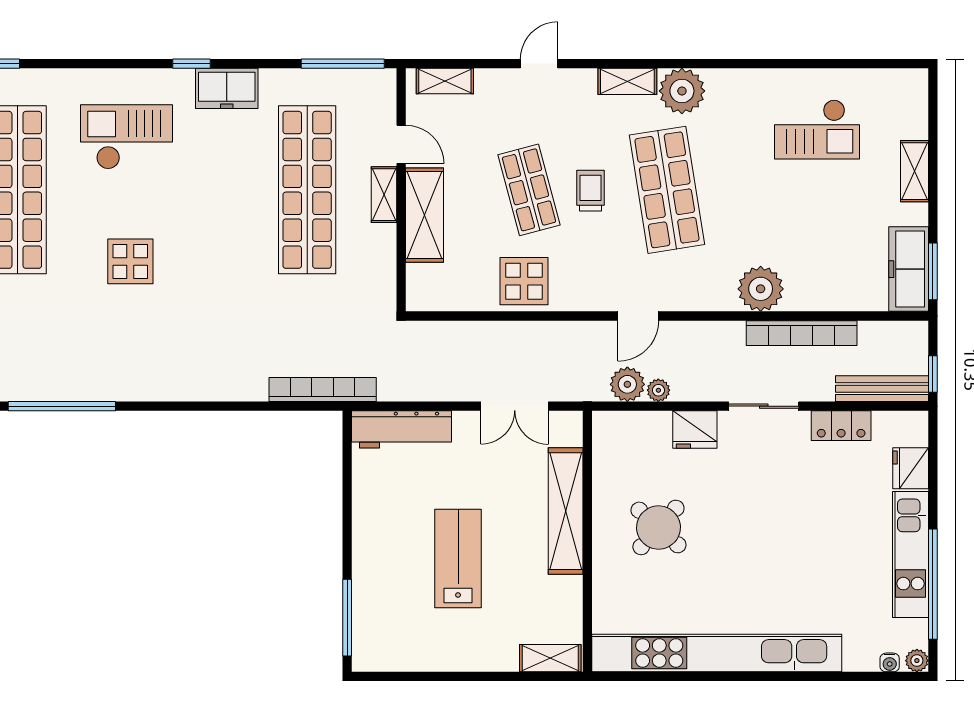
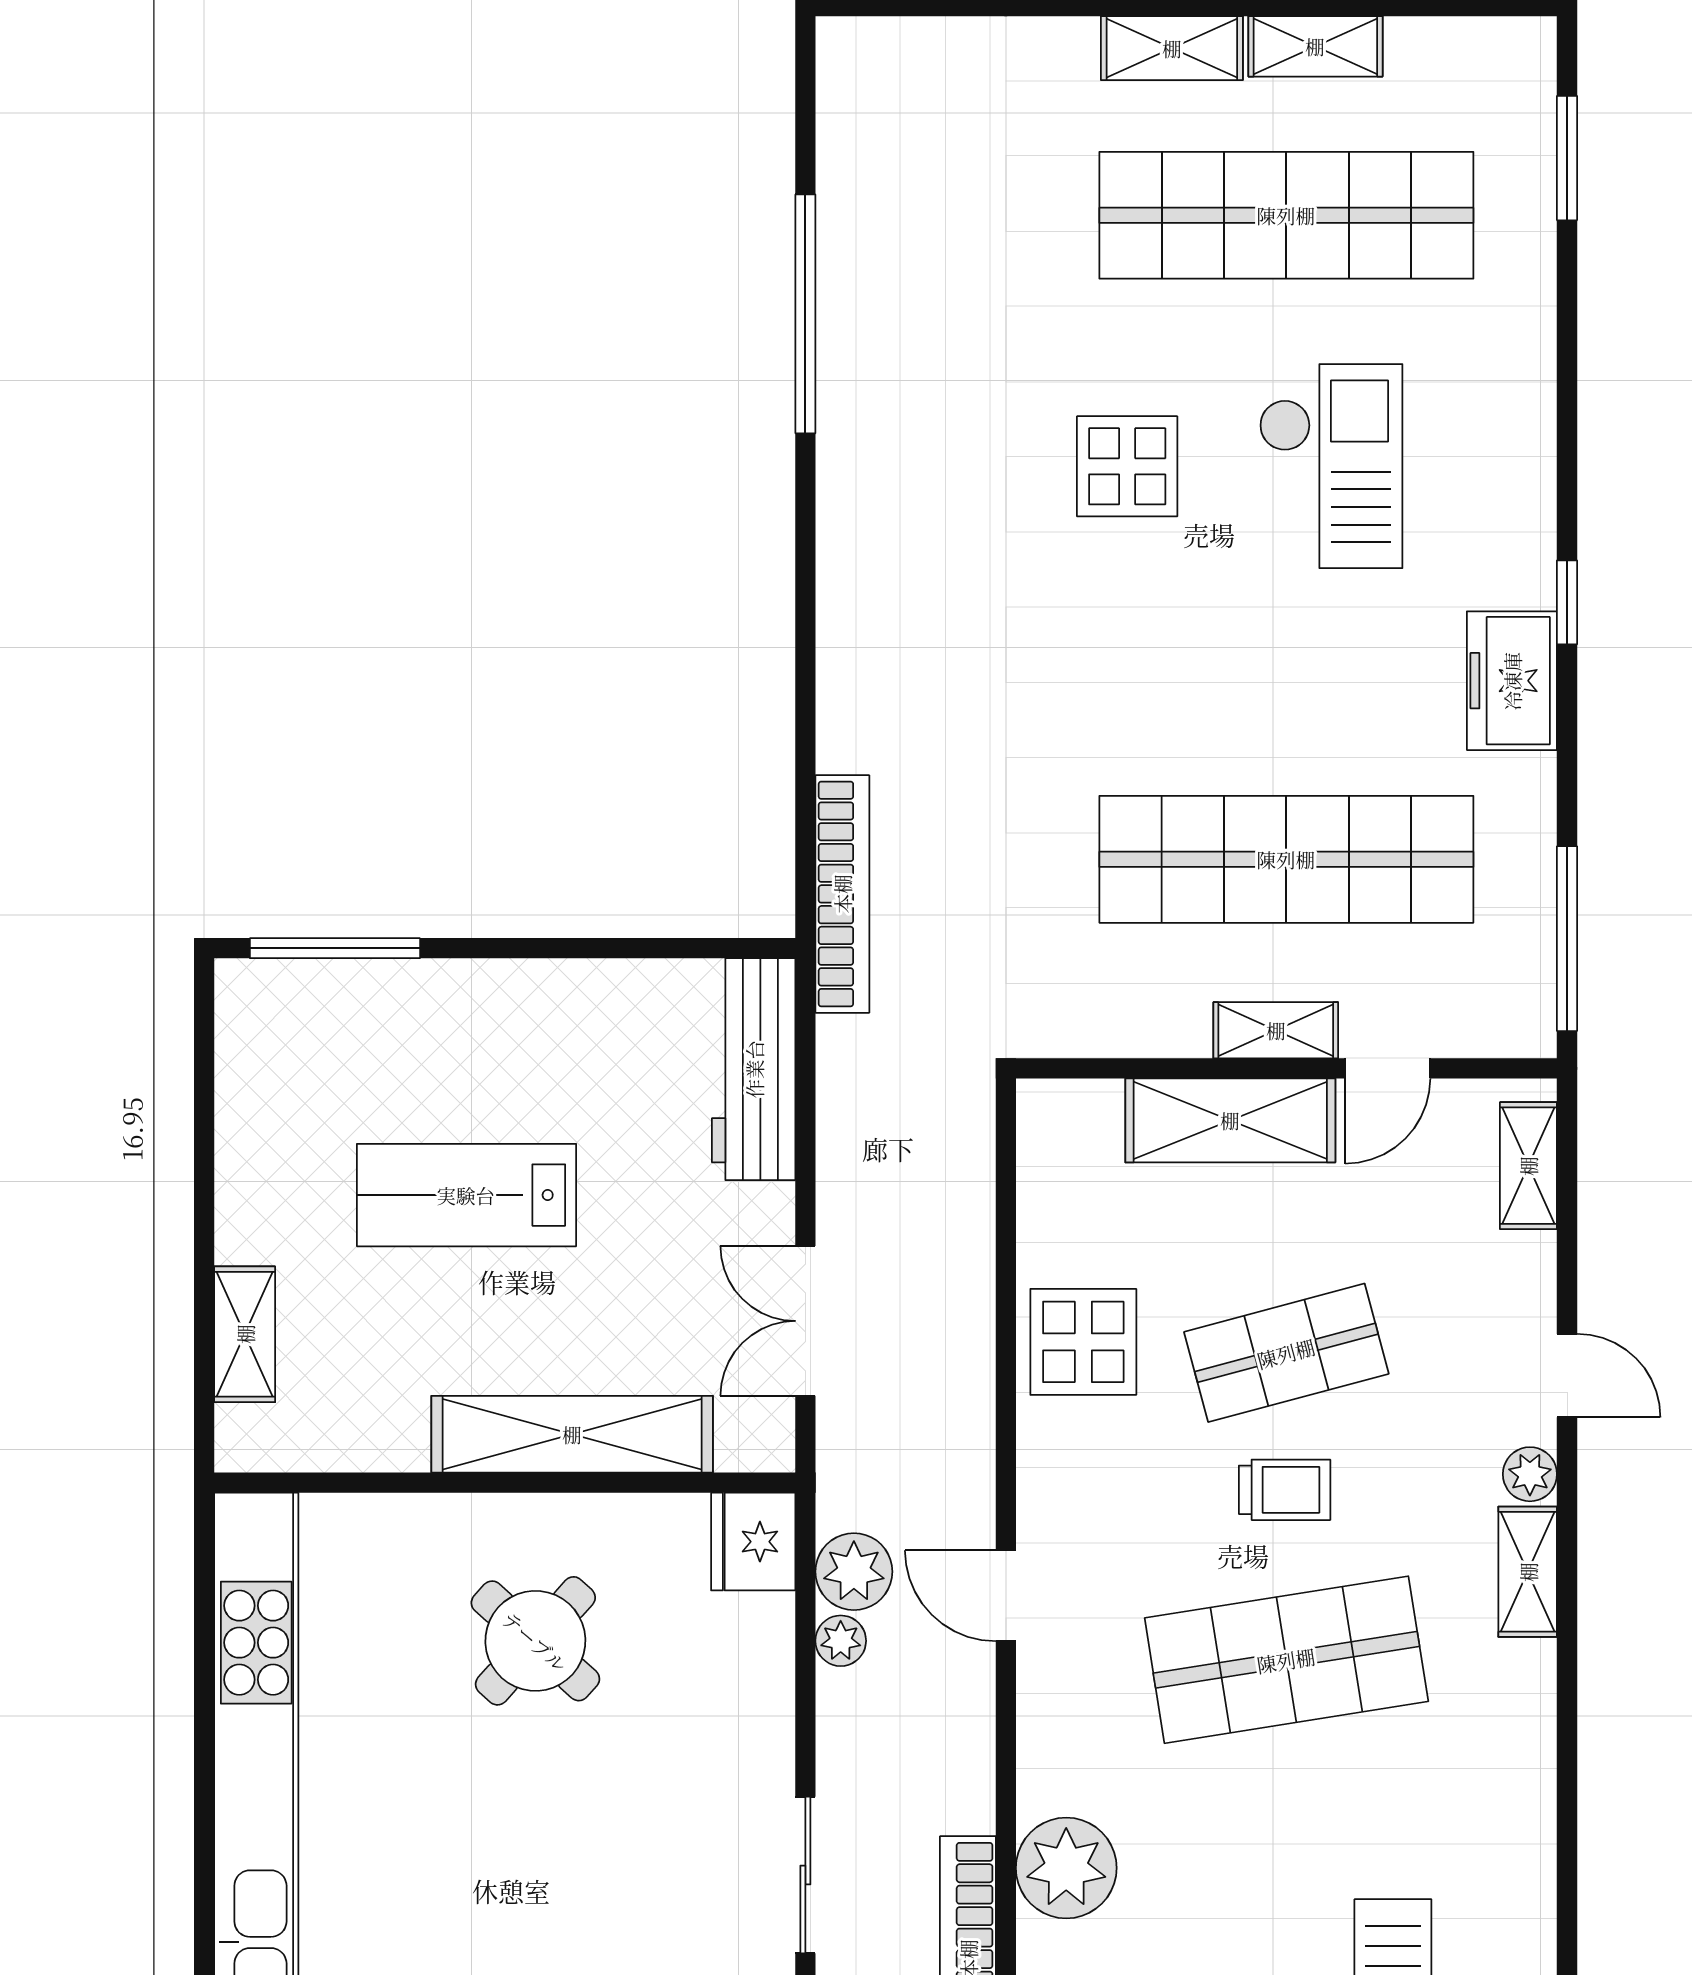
plant: (682, 91) -> (1530, 1474), moved, width x0.53, depth x0.53
checkout: (126, 137) -> (1331, 466), moved
fridge: (695, 430) -> (753, 1542), moved
lab bench: (458, 559) -> (466, 1195), turned 180
shelving: (550, 658) -> (245, 1334), moved

